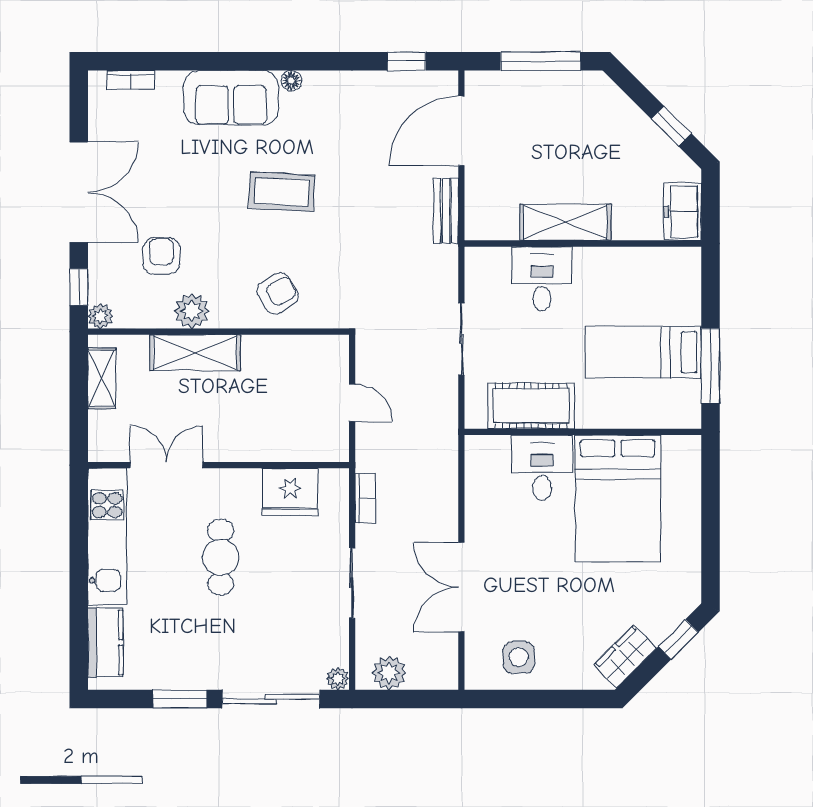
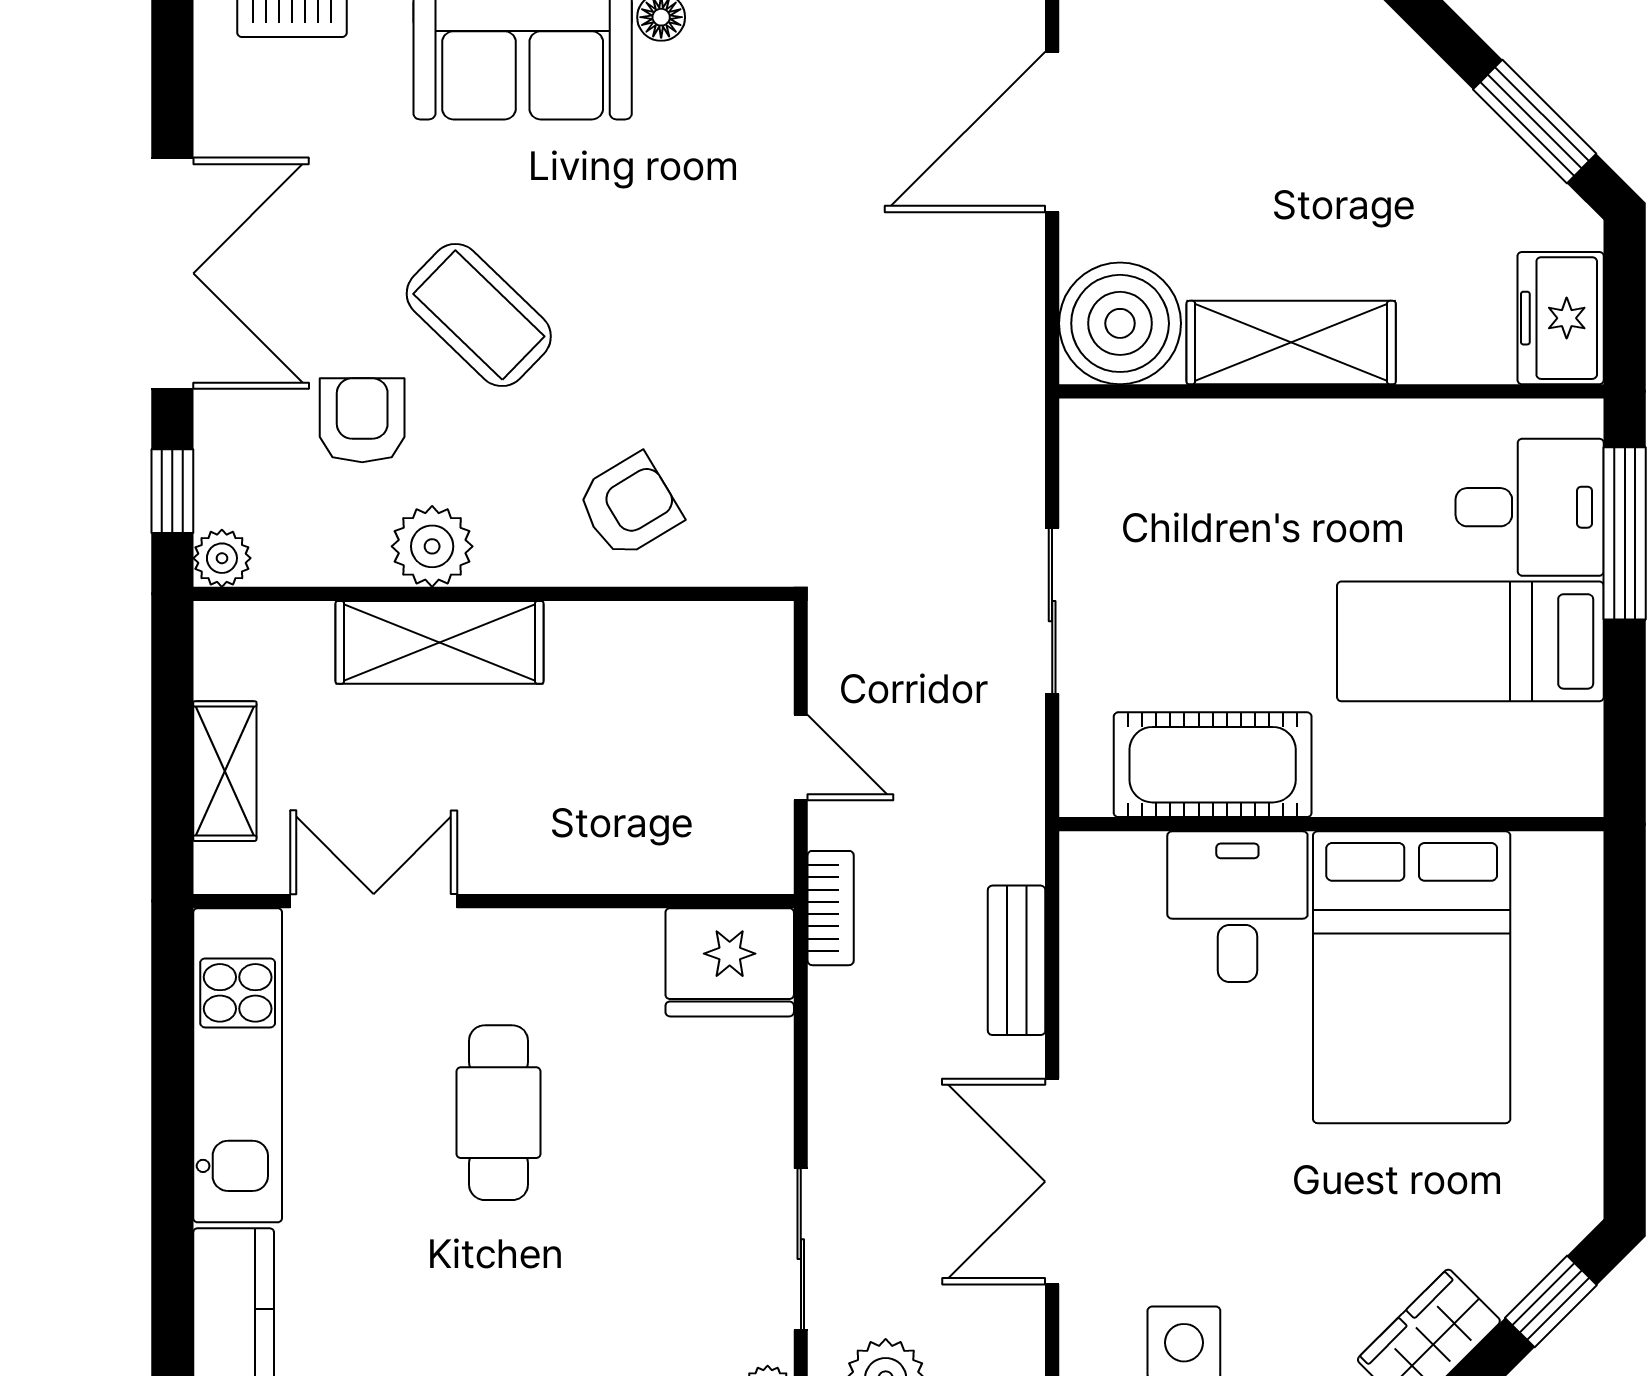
window: (671, 126) -> (1535, 121), width x1.50
coffee table: (282, 192) -> (479, 315), moved, turned 41
bench: (446, 211) -> (1017, 960), moved
boiler: (491, 214) -> (1120, 323), added
desk: (542, 279) -> (1530, 507), moved, turned 90
window: (710, 366) -> (1625, 533), moved
shelving: (102, 378) -> (225, 771), moved
fridge: (290, 492) -> (730, 962), moved
bookcase: (365, 498) -> (831, 908), moved
sliding door: (352, 583) -> (801, 1249), moved

